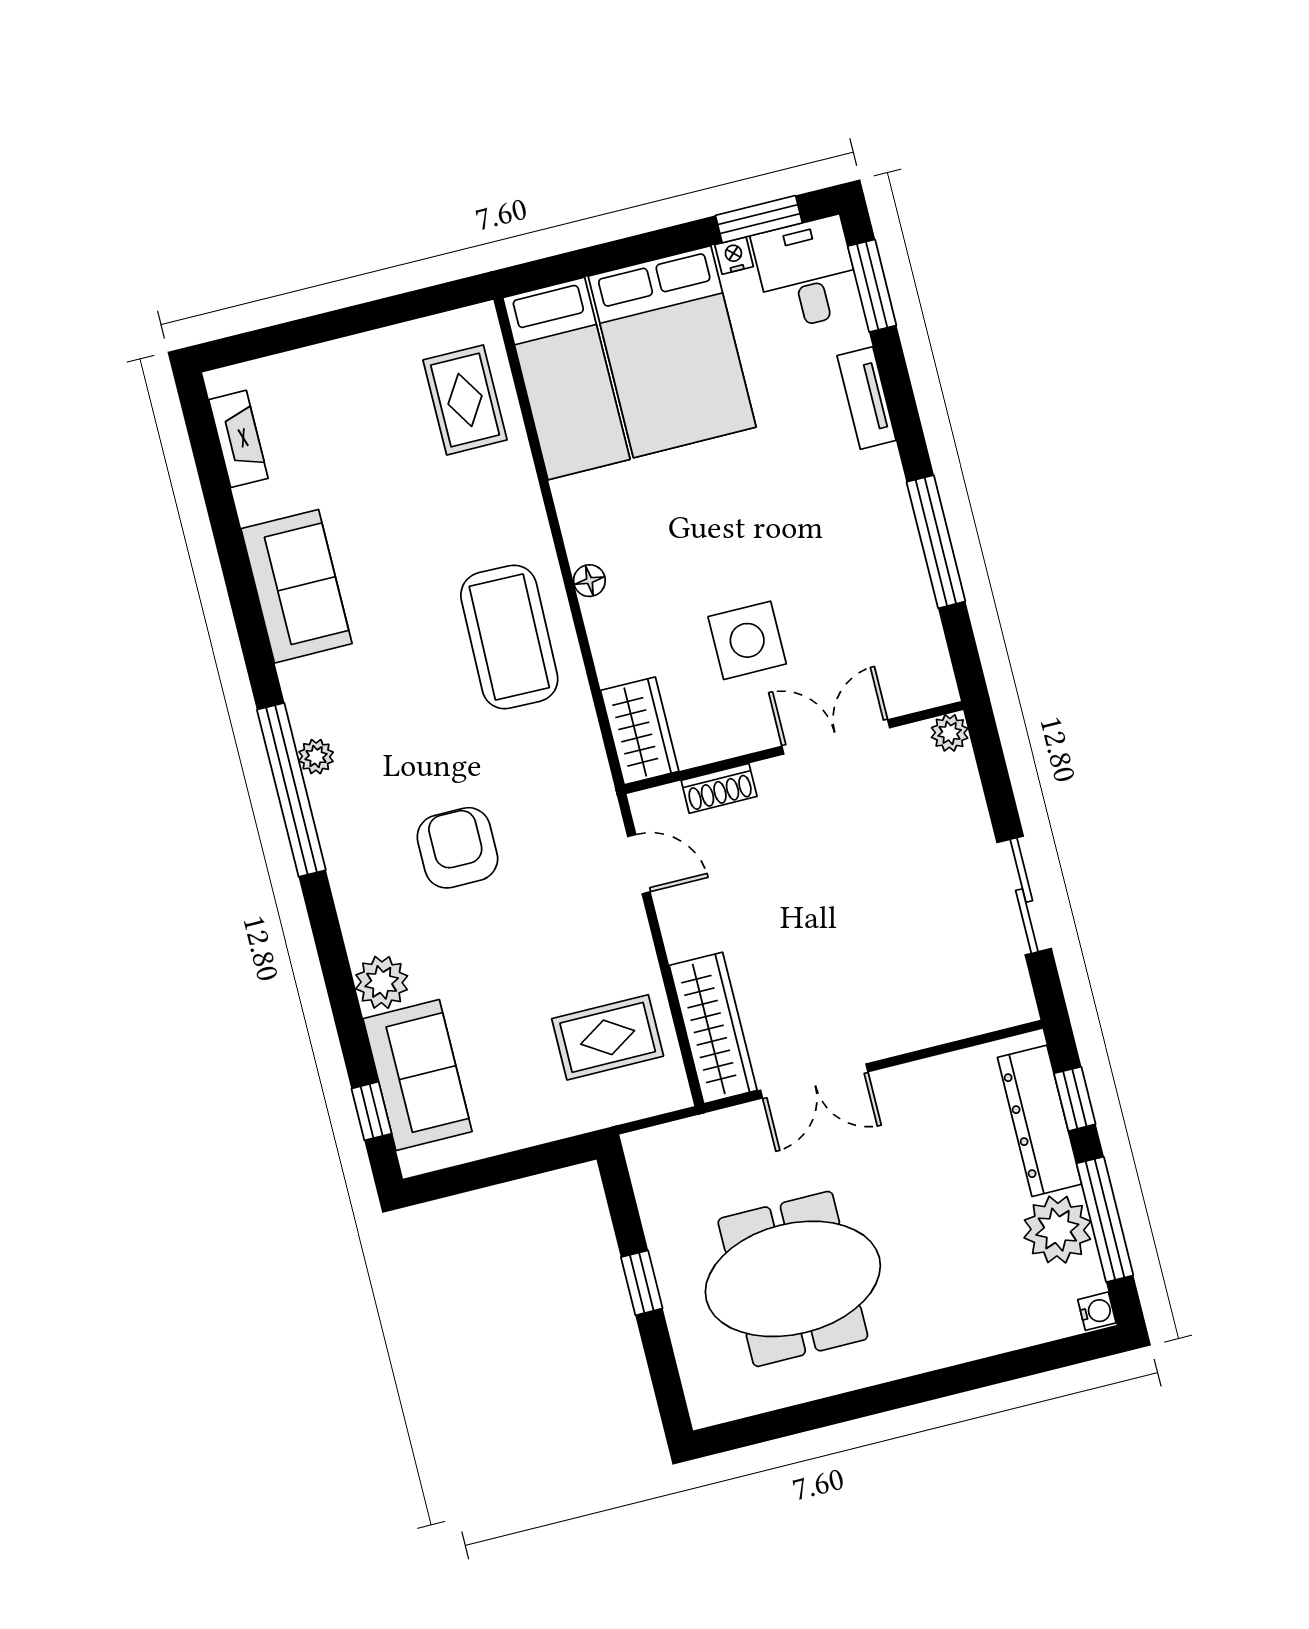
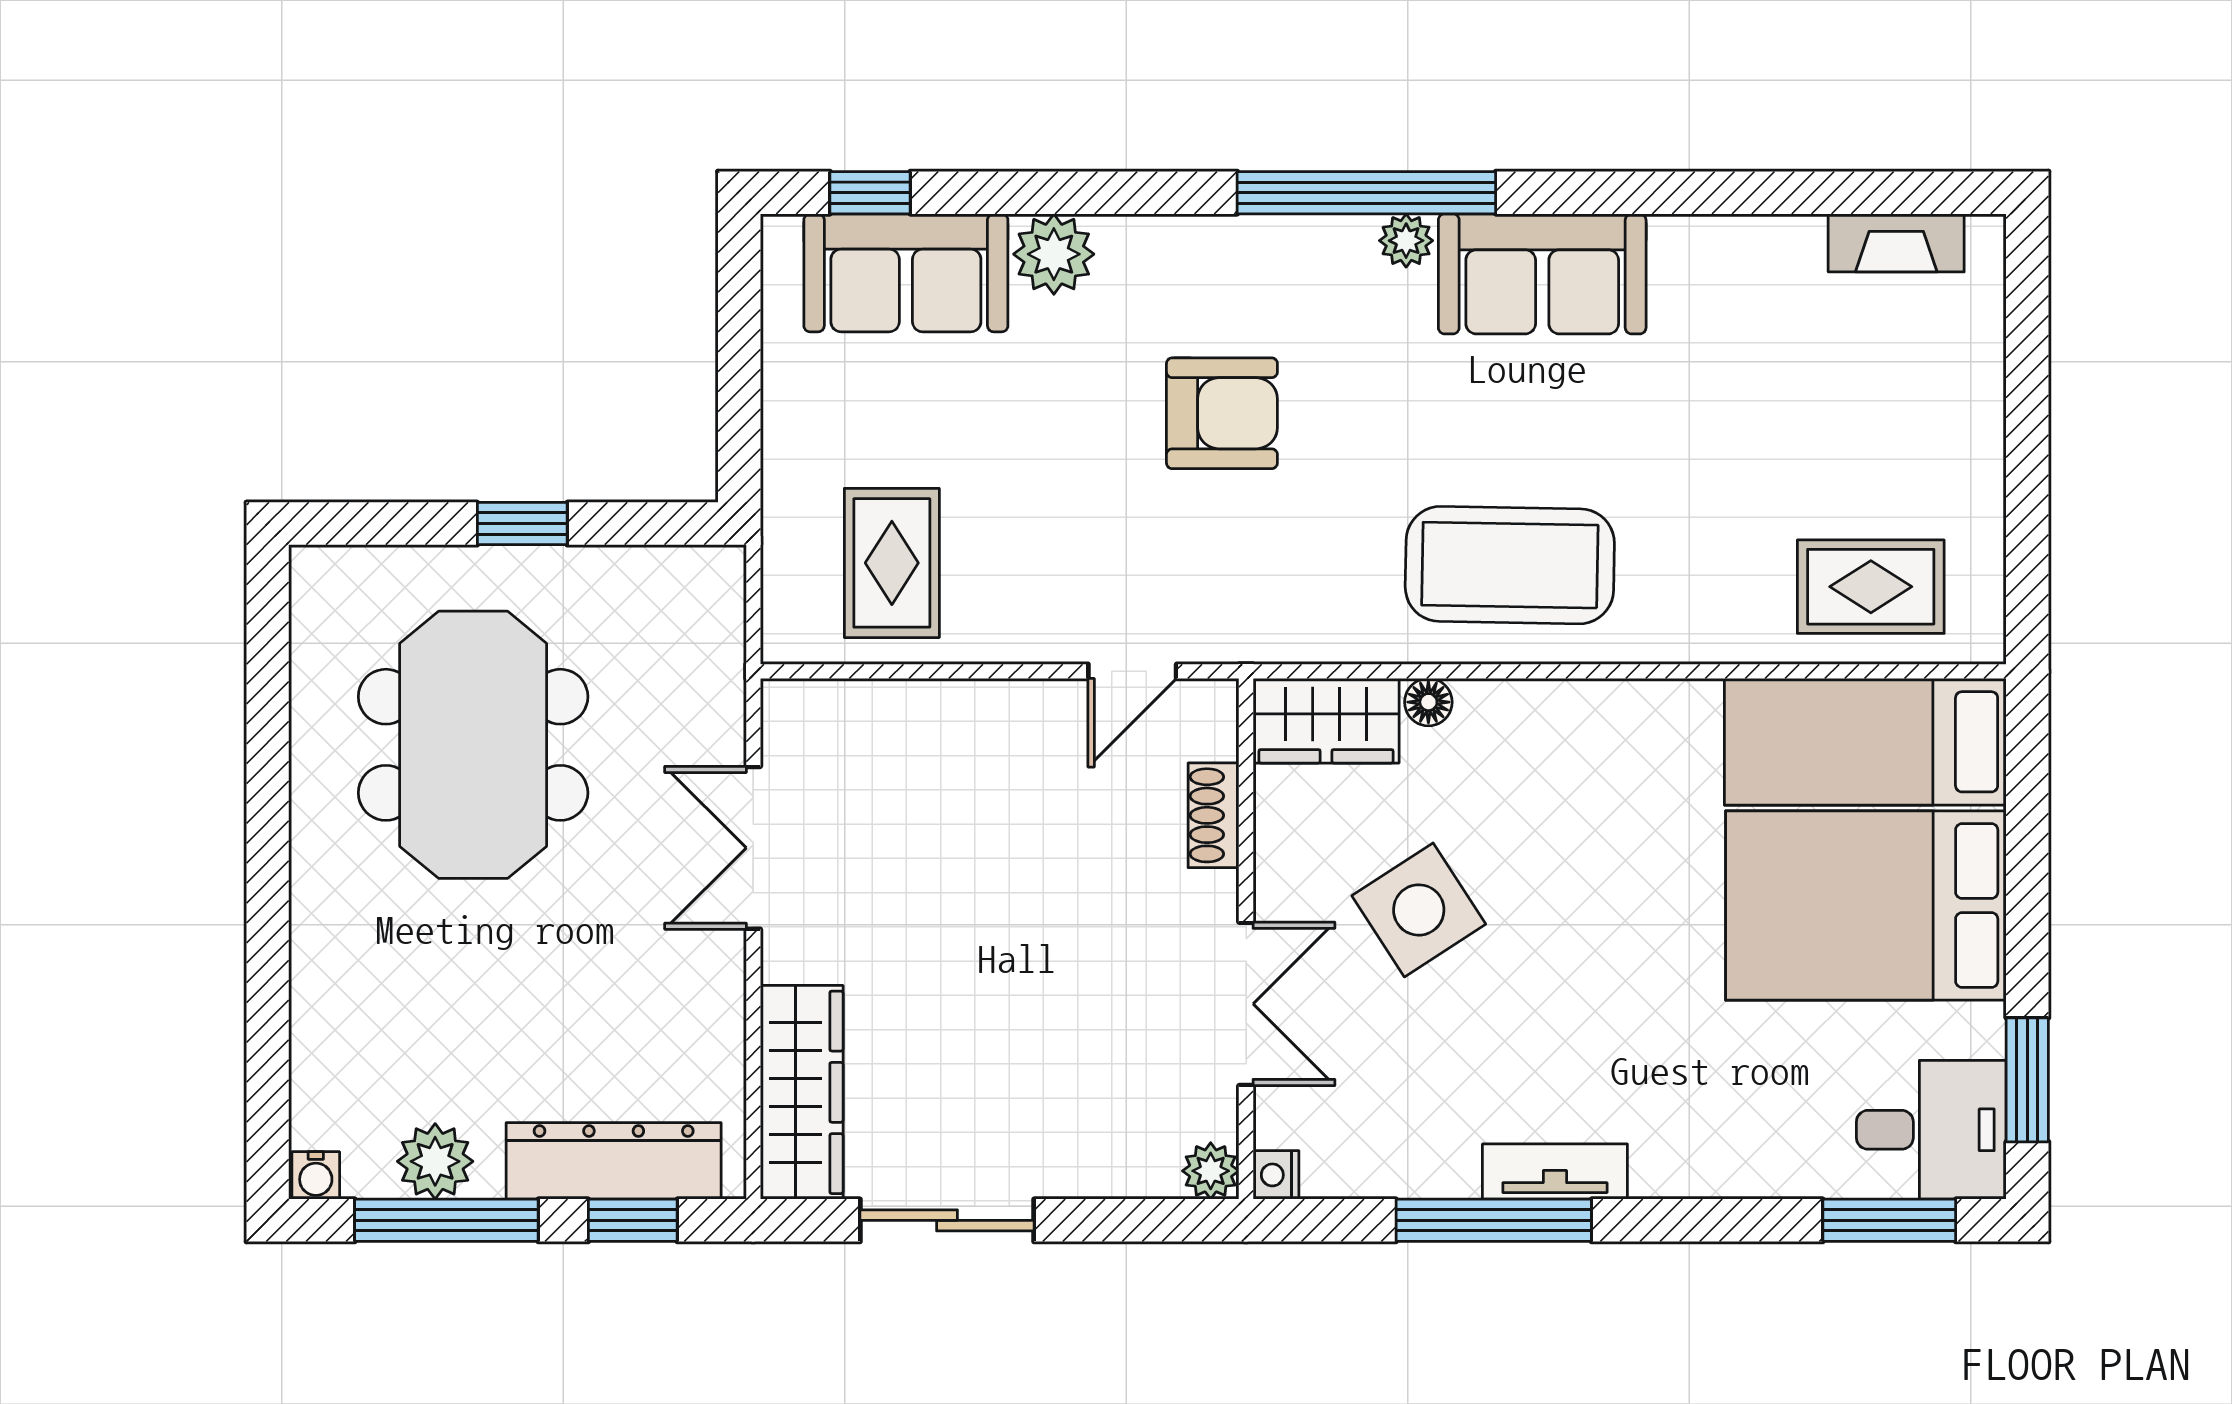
nightstand: (734, 256) -> (1276, 1175), moved, turned 180
tv unit: (867, 398) -> (1555, 1172), moved
floor lamp: (589, 581) -> (1428, 702), moved
sofa: (296, 586) -> (1542, 274), moved
side table: (747, 640) -> (1419, 910), turned -33
wardrobe: (713, 1028) -> (802, 1092), moved, turned -90
plant: (1057, 1230) -> (435, 1161), width x0.73, depth x0.73

